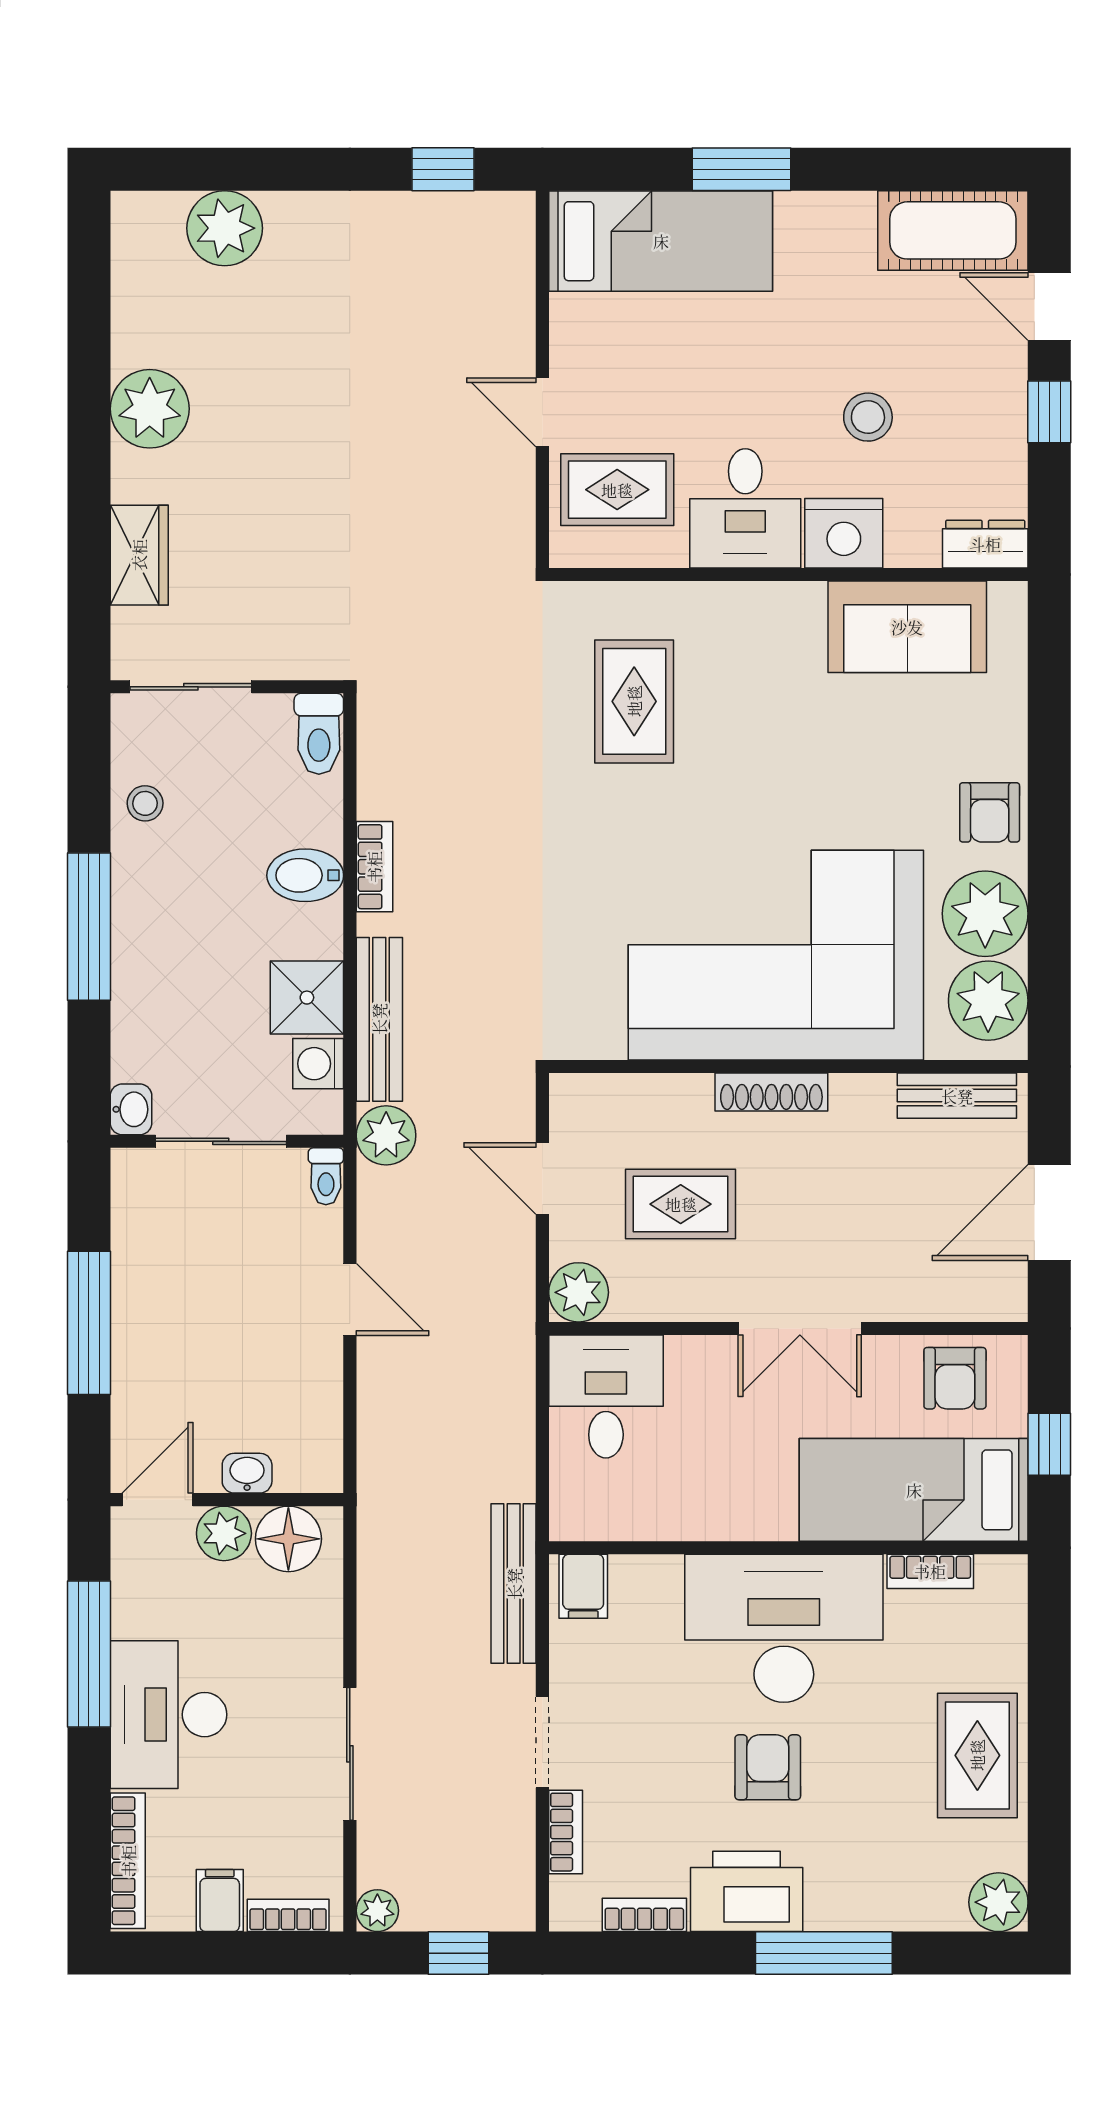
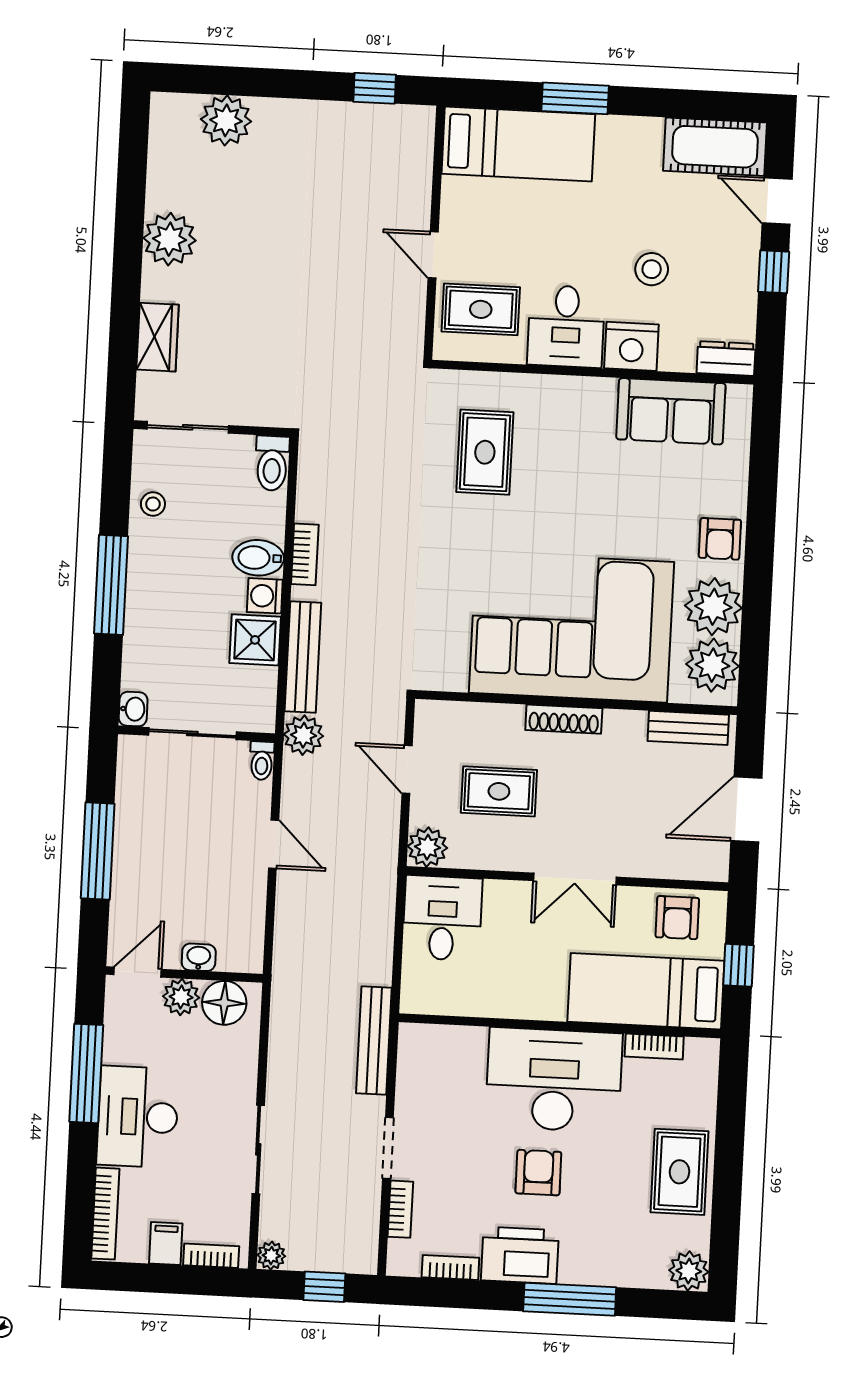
washing machine: (318, 1064) -> (265, 596), moved
filing cabinet: (583, 1586) -> (421, 1045), removed

